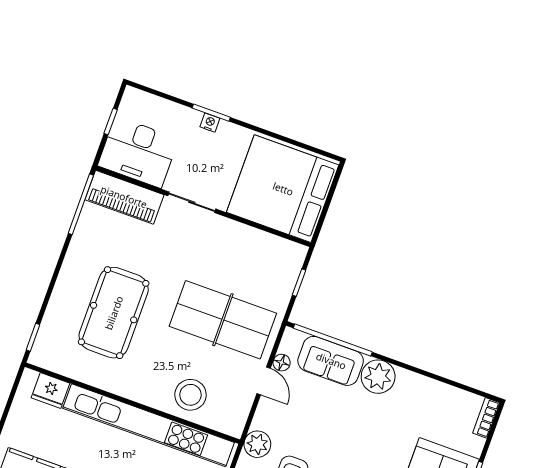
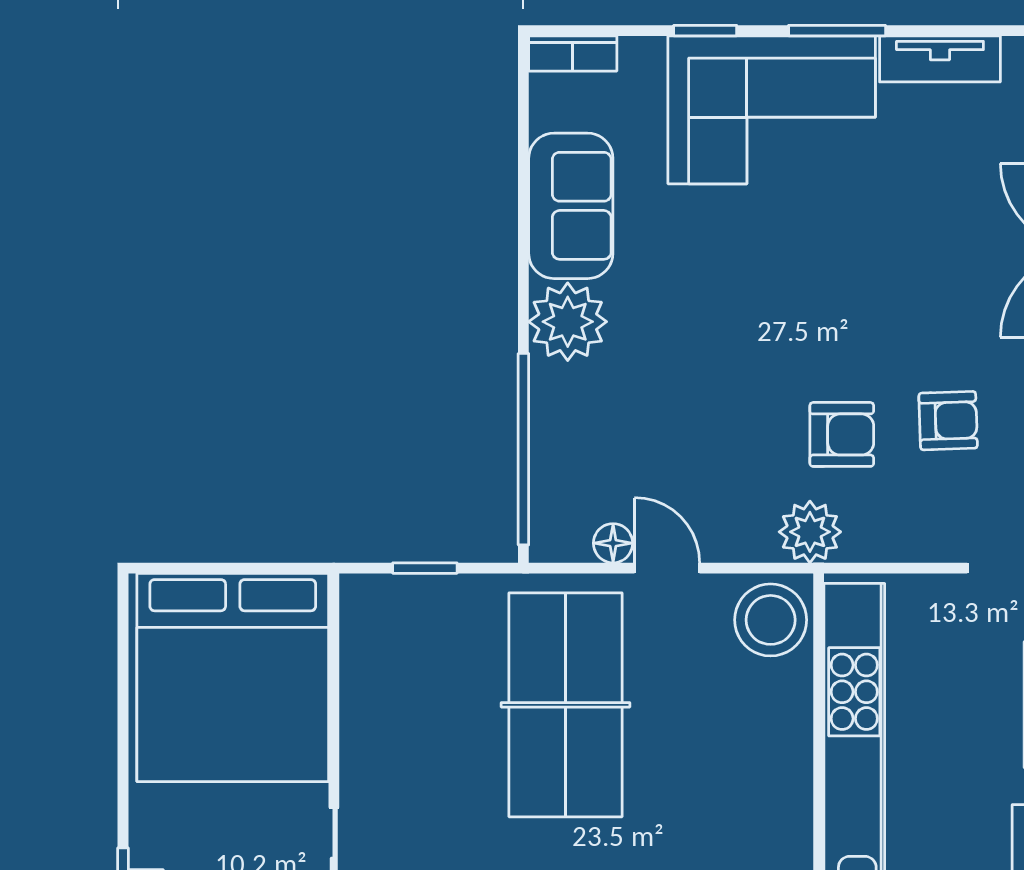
sofa: (331, 361) -> (571, 206), moved
door: (264, 381) -> (667, 568), hinge flipped
stool: (190, 395) -> (771, 620), moved

